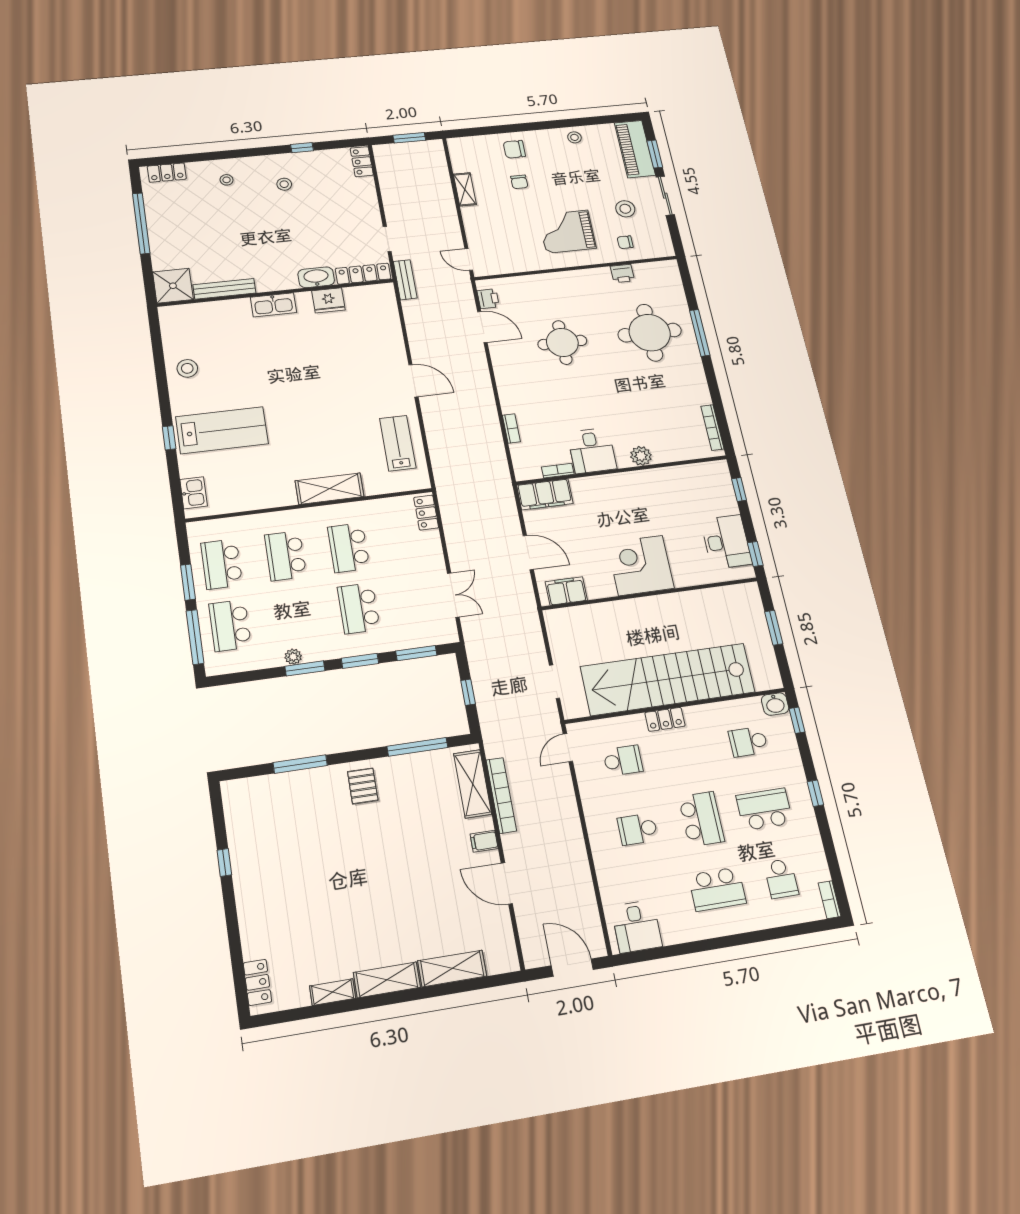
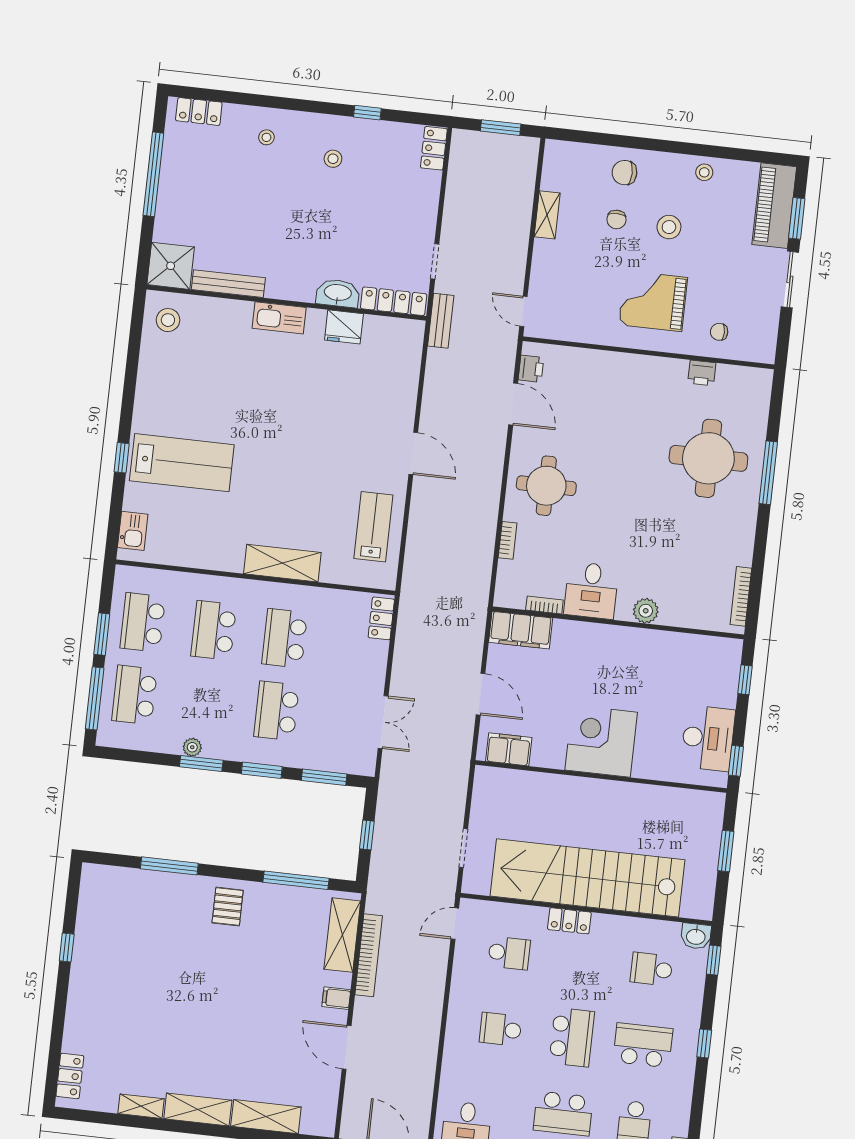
stool: (625, 209) -> (669, 227), moved
round table: (562, 342) -> (546, 486), moved
stool: (187, 368) -> (168, 320), moved

